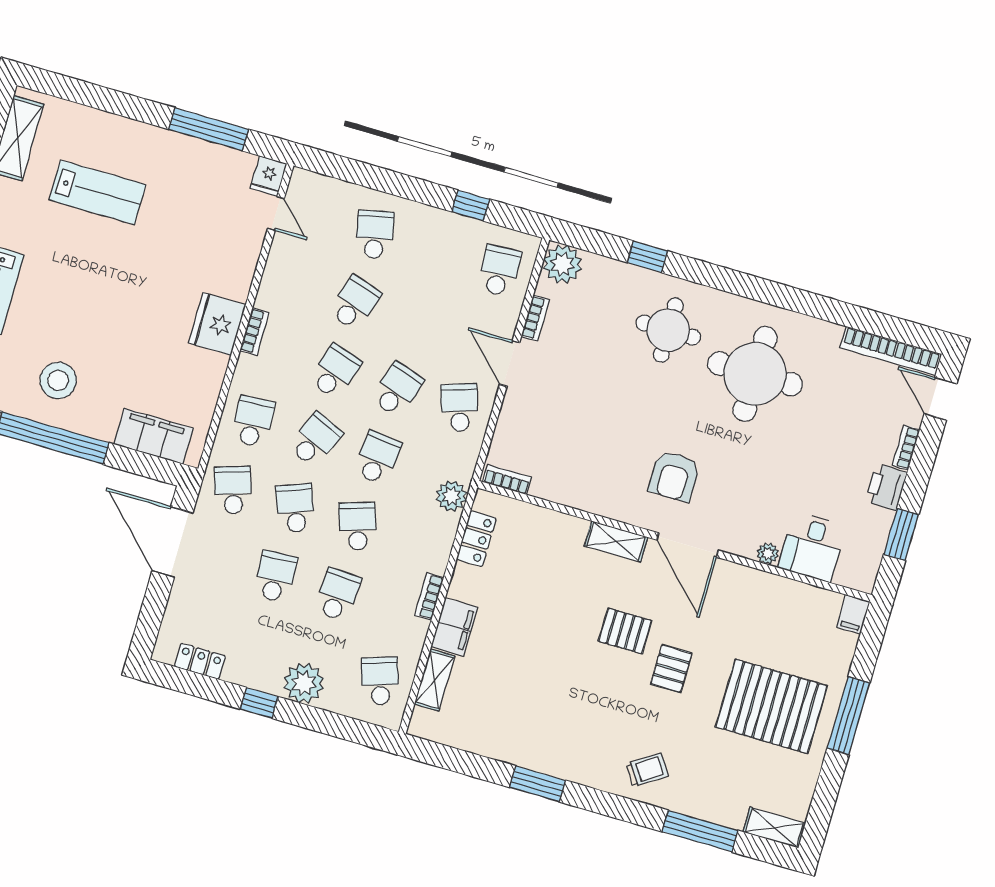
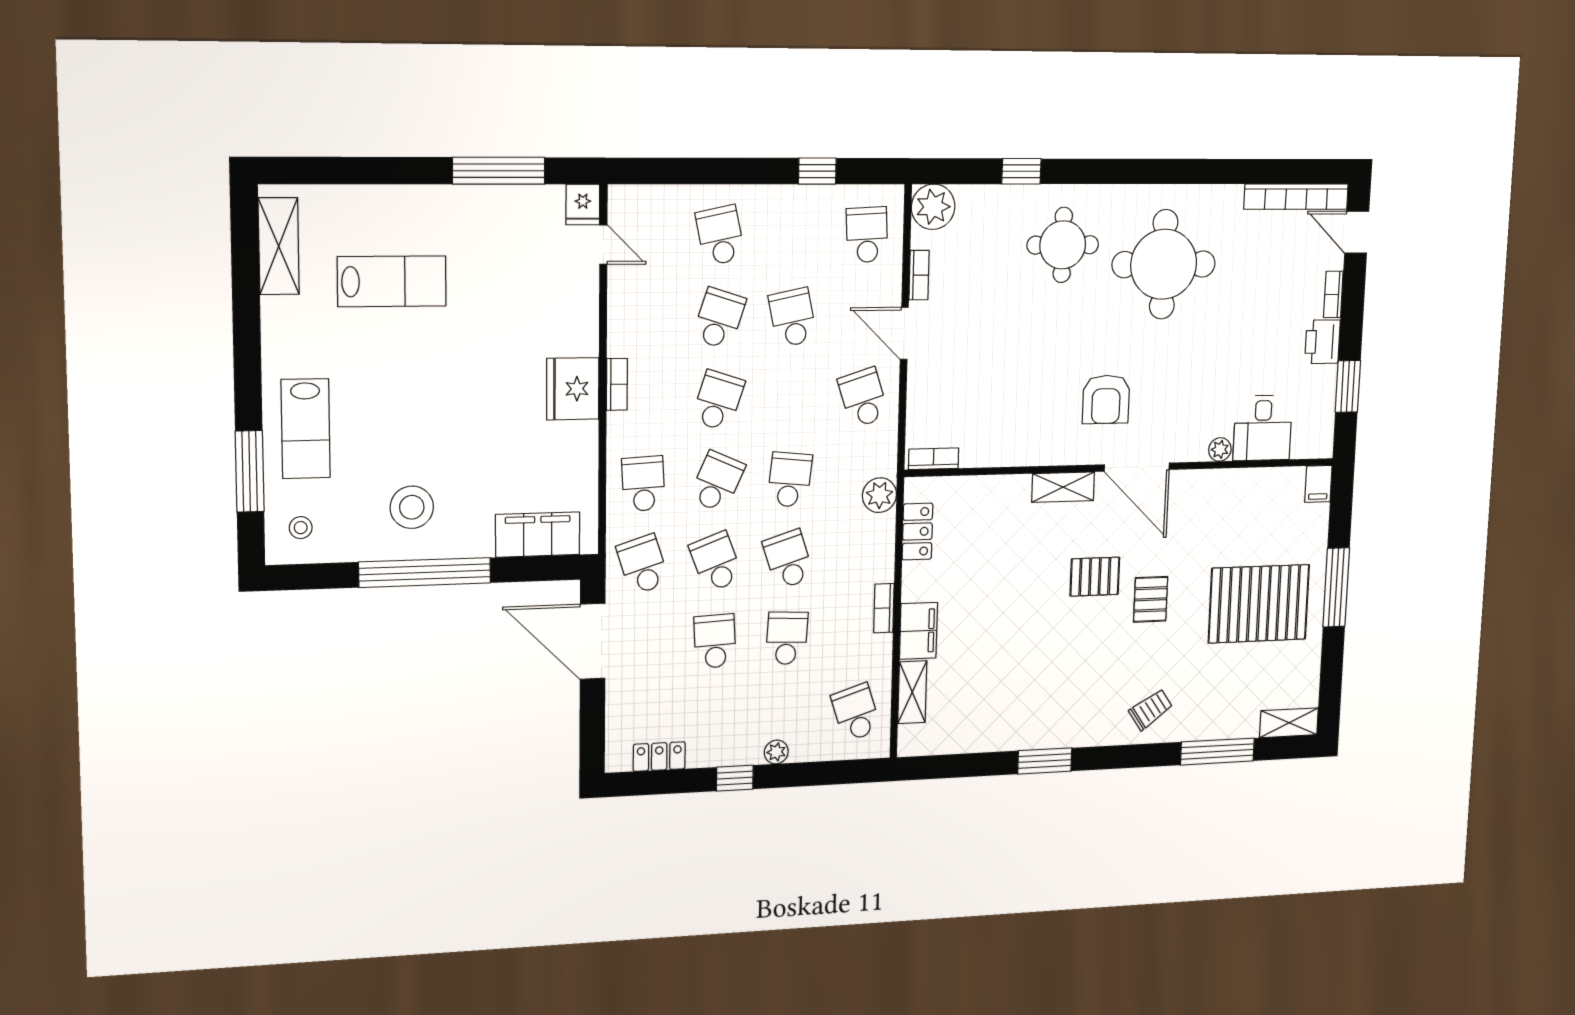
school desk: (397, 389) -> (793, 318), moved, turned -30
plant: (304, 683) -> (776, 752), width x0.53, depth x0.53

